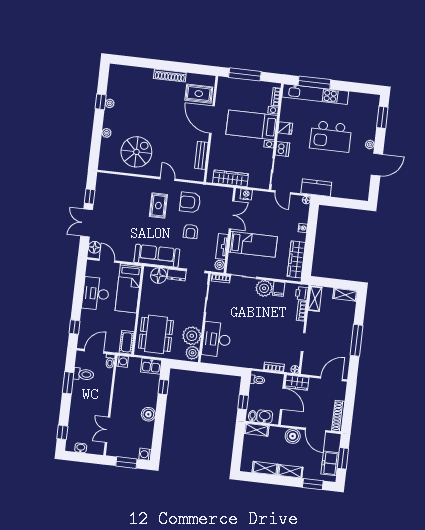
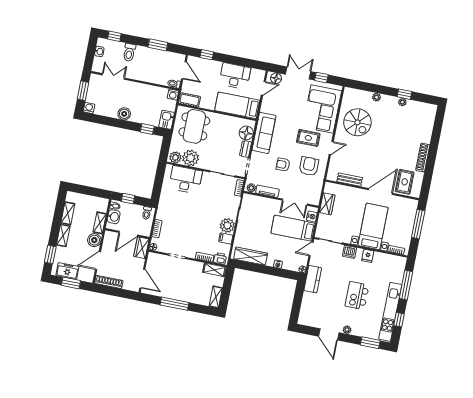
window: (354, 87) -> (399, 320), added
kitchen unit: (315, 94) -> (390, 312), moved
kitchen island: (331, 136) -> (357, 296), width x0.73, depth x0.78
wardrobe: (231, 178) -> (327, 204), width x0.67
corner sofa: (125, 193) -> (322, 109), added
bed: (253, 244) -> (293, 228), moved, turned 90
dining table: (156, 334) -> (194, 126), turned 90
toilet: (84, 374) -> (129, 52), moved
shelving: (256, 430) -> (100, 223), moved

